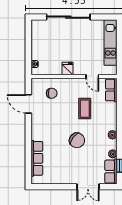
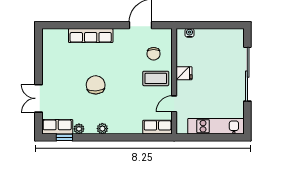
coffee table: (85, 109) -> (156, 78), moved
chair: (77, 140) -> (96, 85), turned 140
row of seats: (37, 158) -> (91, 36), moved

